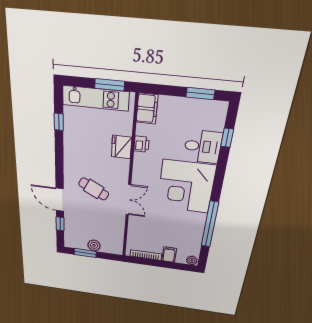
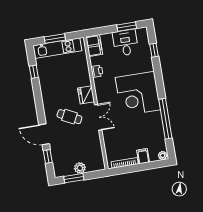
window: (110, 85) -> (55, 38), moved
fridge: (122, 147) -> (86, 95), moved
desk: (203, 147) -> (125, 43), moved, turned -90

